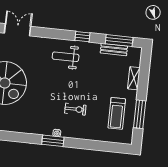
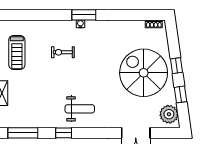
bench: (114, 50) -> (27, 122), removed
treadmill: (117, 113) -> (17, 52), turned 180

